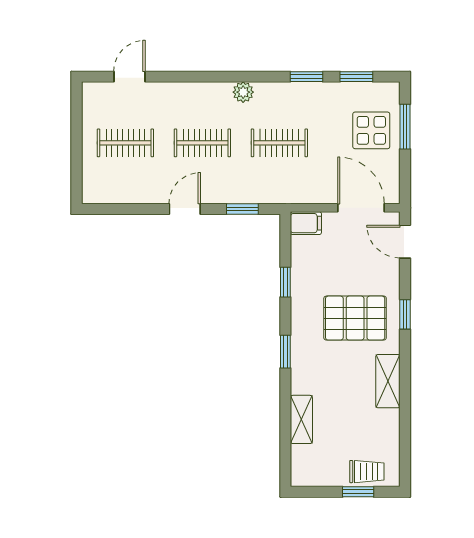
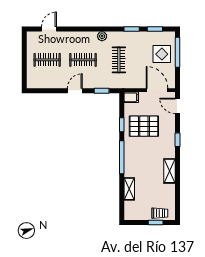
window: (405, 127) -> (178, 52), width x1.44
clothes rail: (279, 143) -> (119, 60), turned 90
pallet: (355, 318) -> (144, 126), moved
window: (285, 352) -> (122, 157), width x2.17

